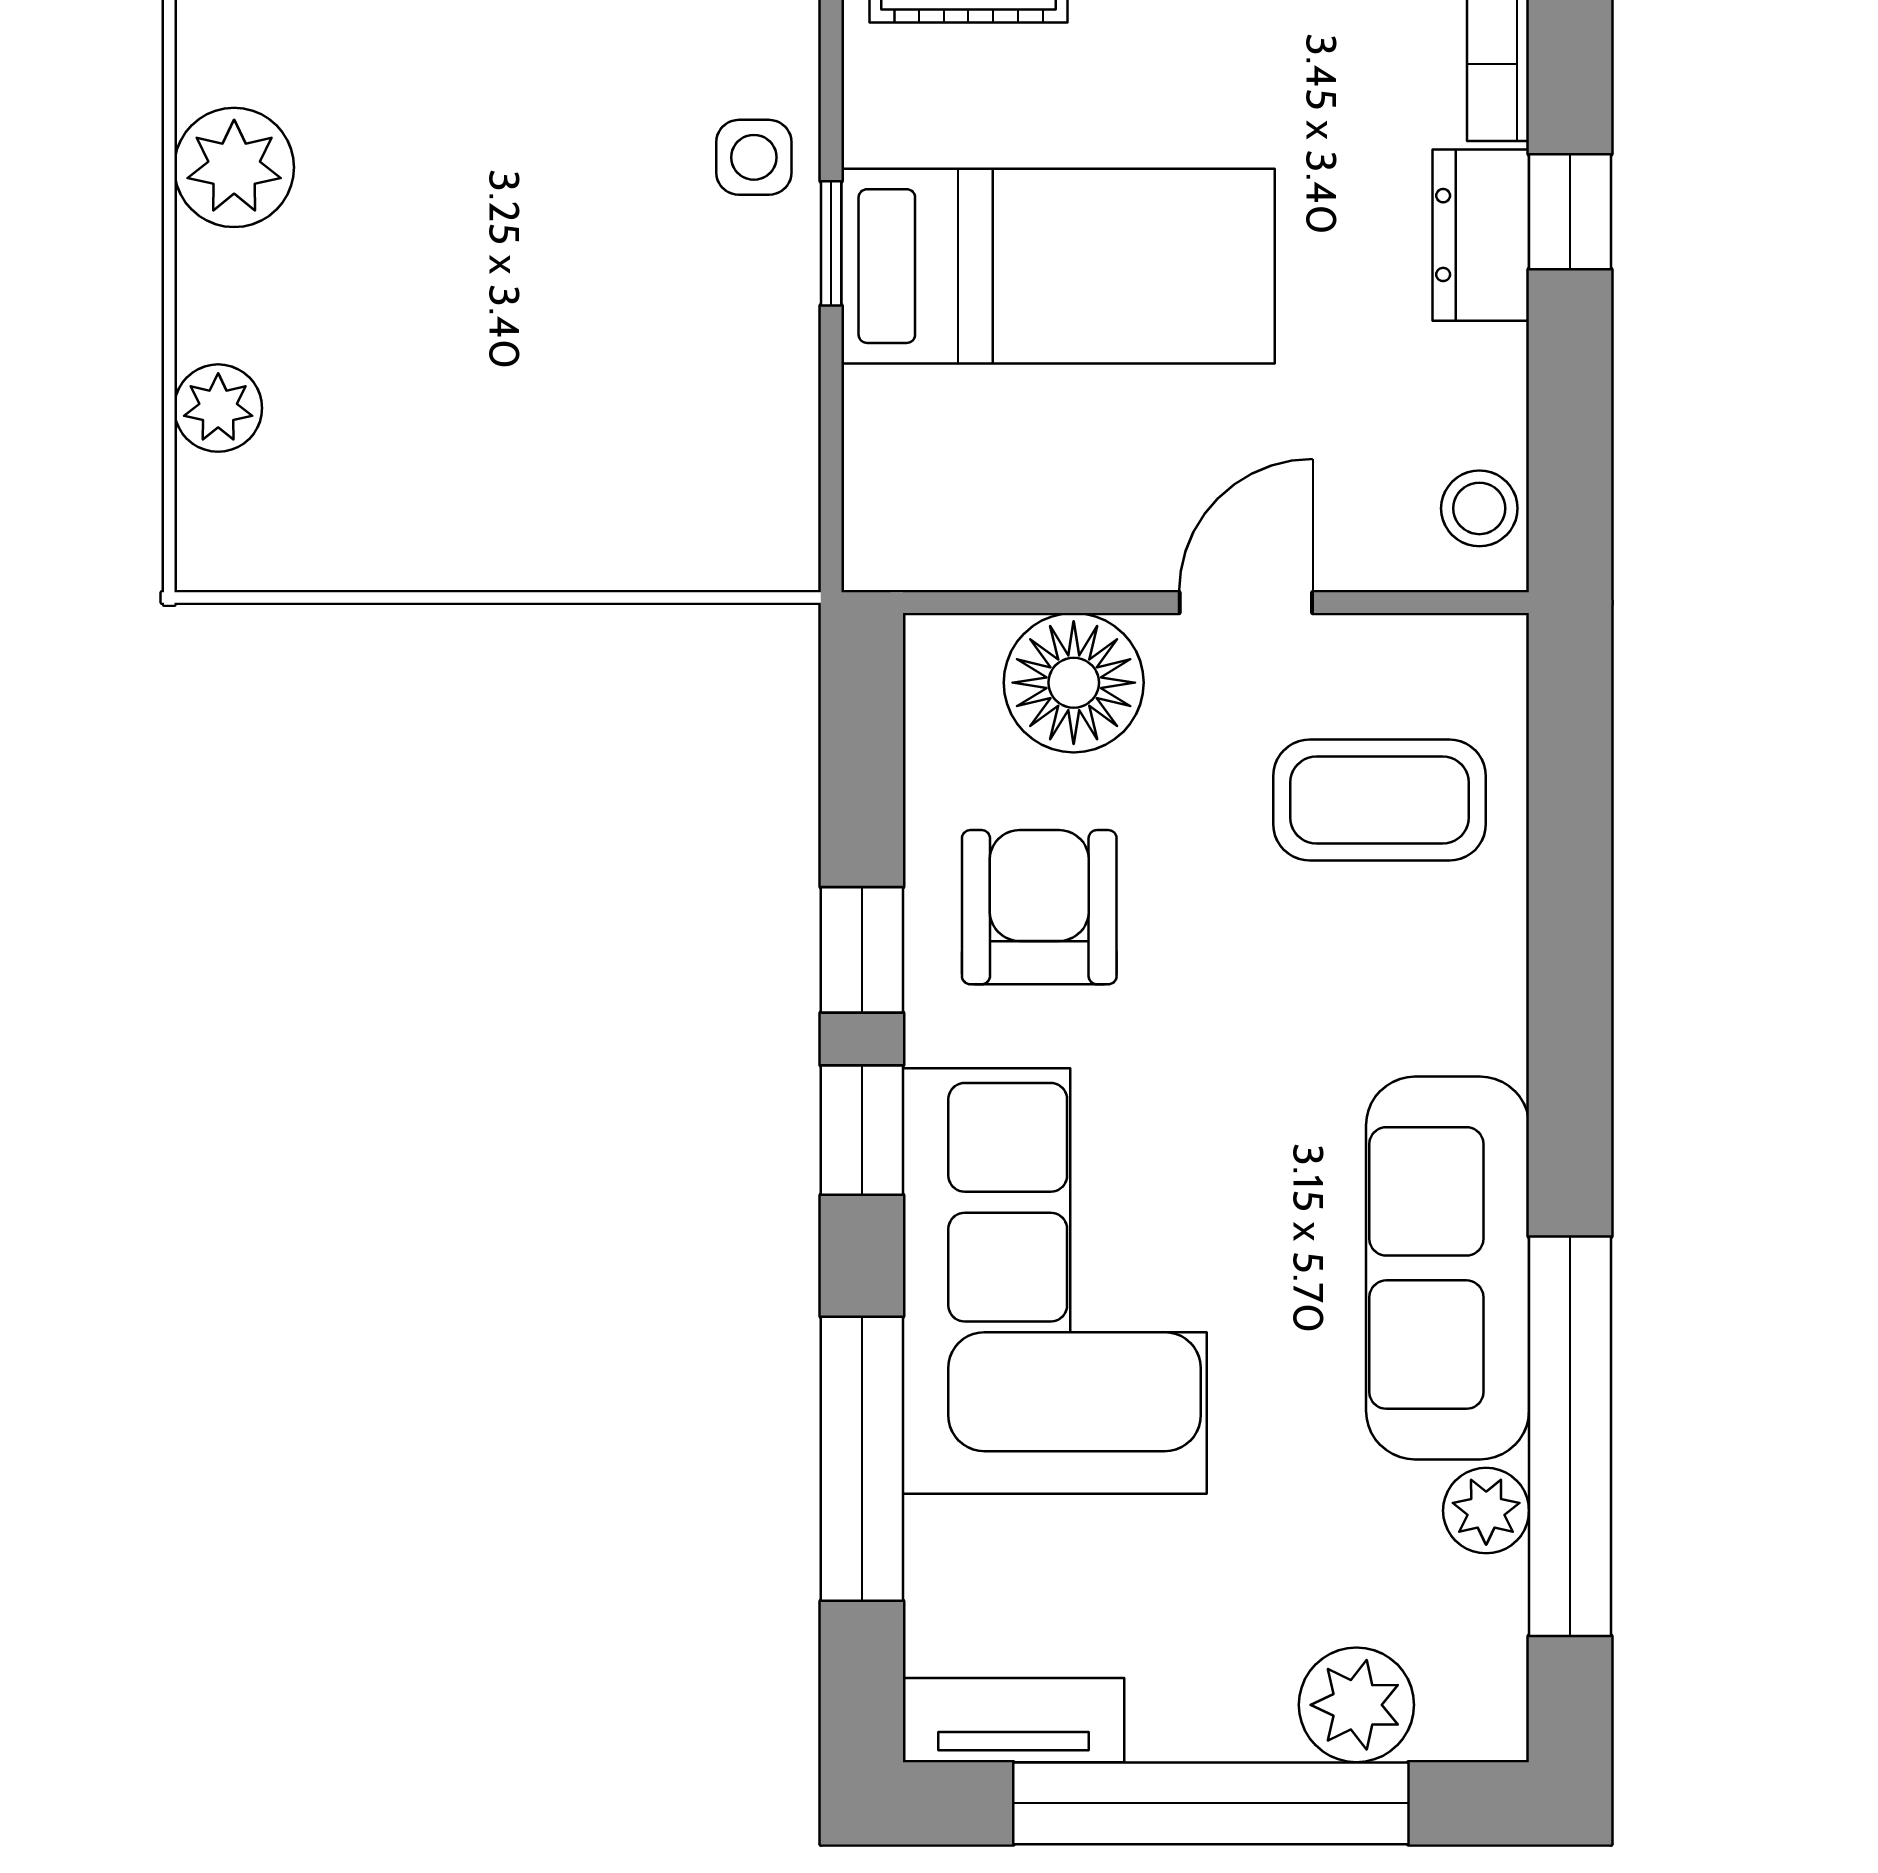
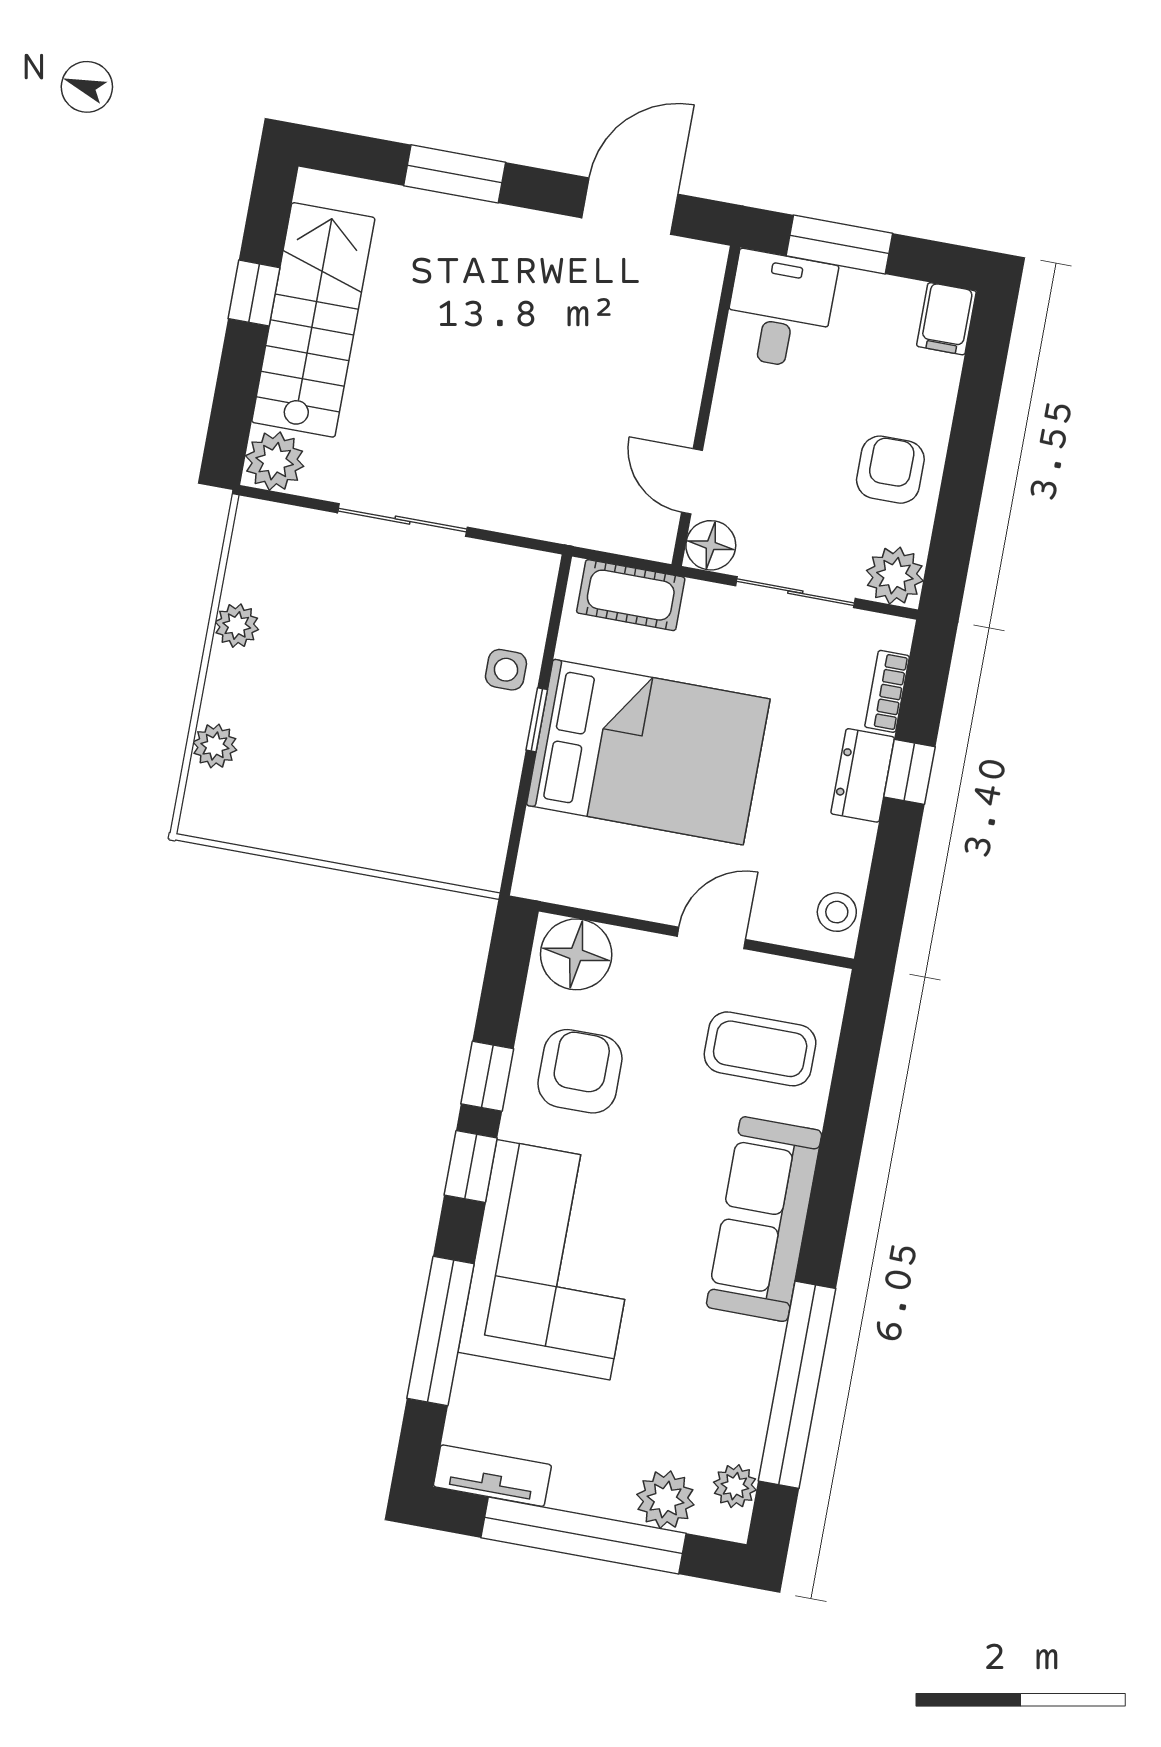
plant: (234, 167) -> (237, 626), width x0.73, depth x0.73
bed: (1058, 266) -> (648, 752), width x1.50
floor lamp: (1074, 683) -> (576, 954), moved
sofa: (1448, 1268) -> (764, 1219), moved
plant: (1486, 1511) -> (735, 1486), moved

